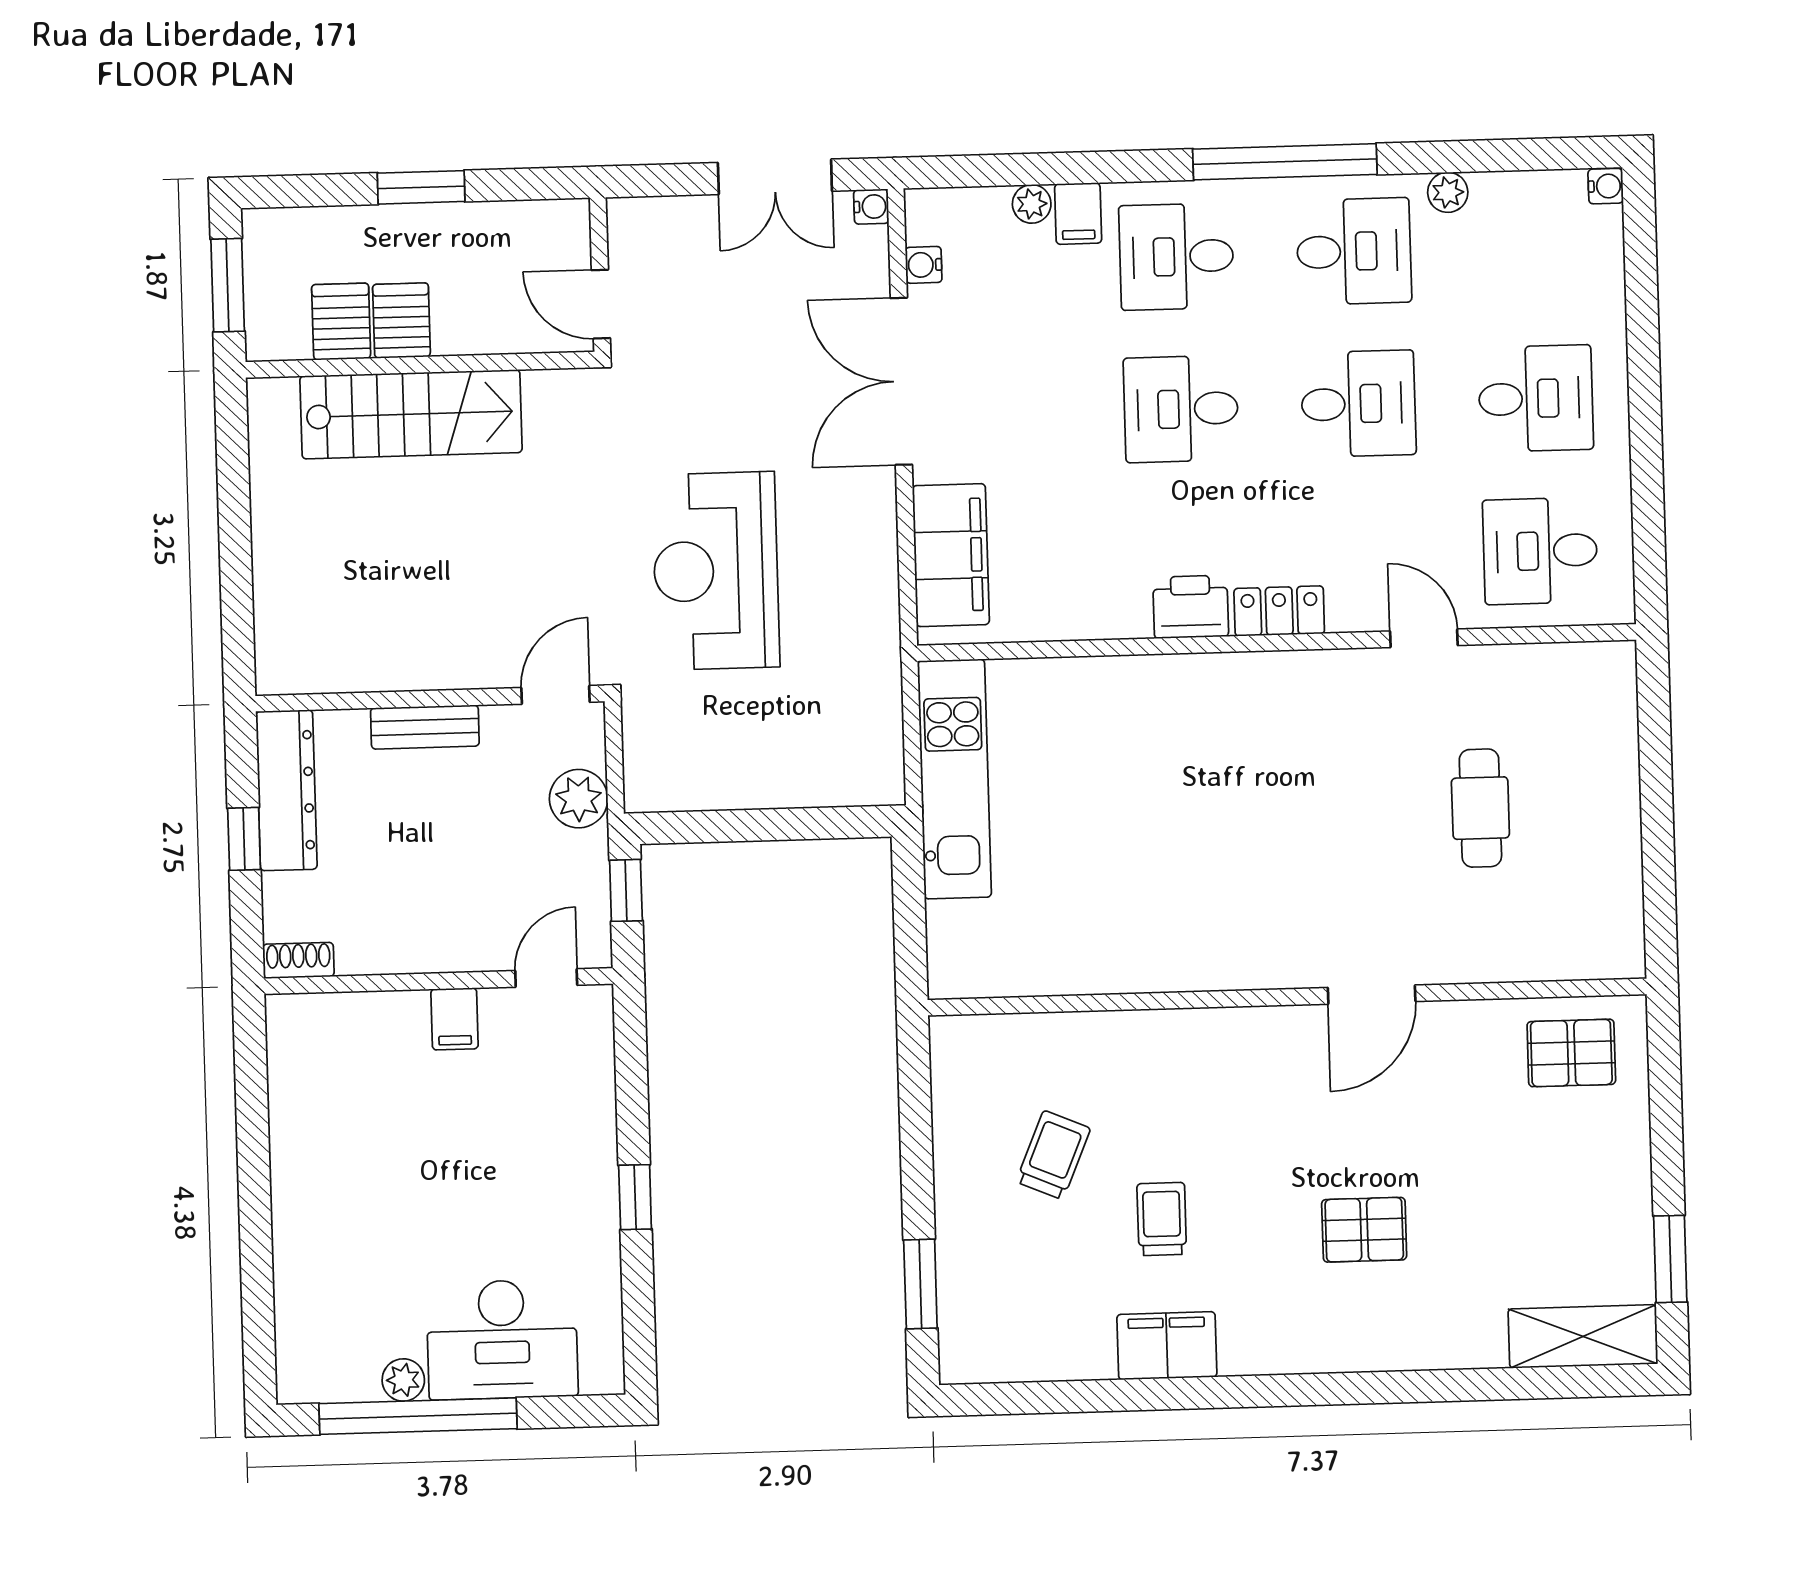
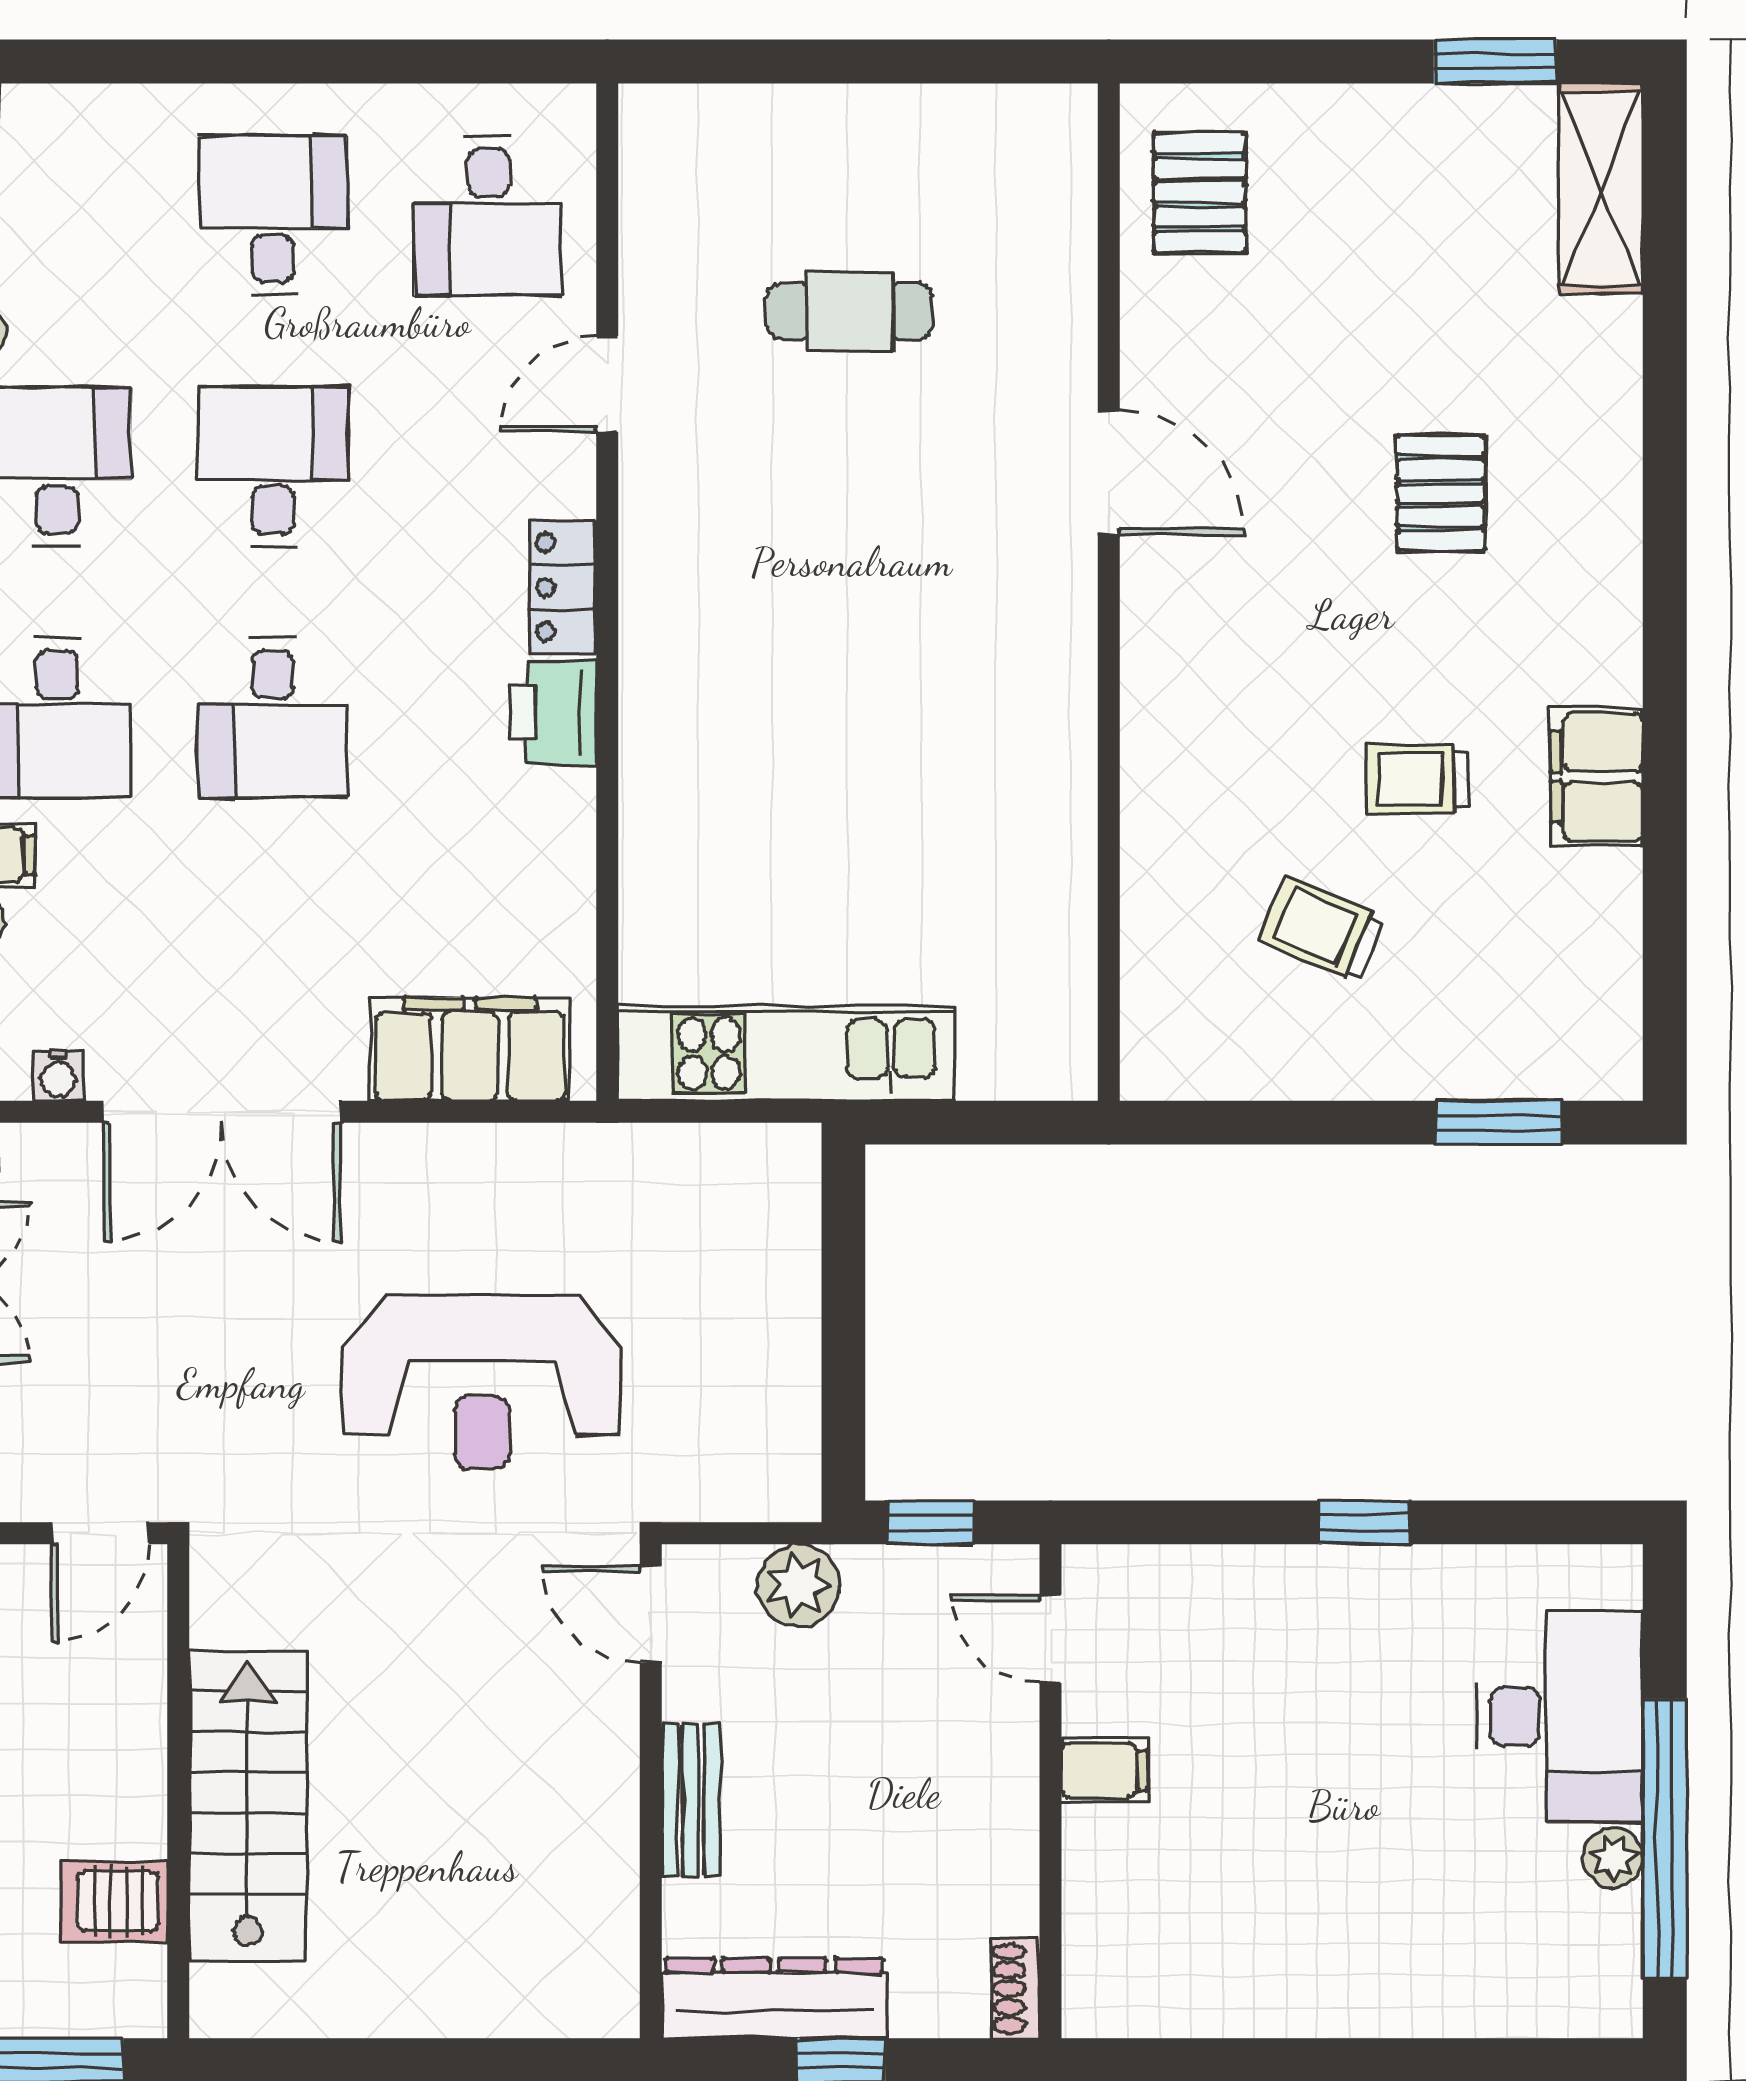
server rack: (401, 321) -> (115, 1816), removed

